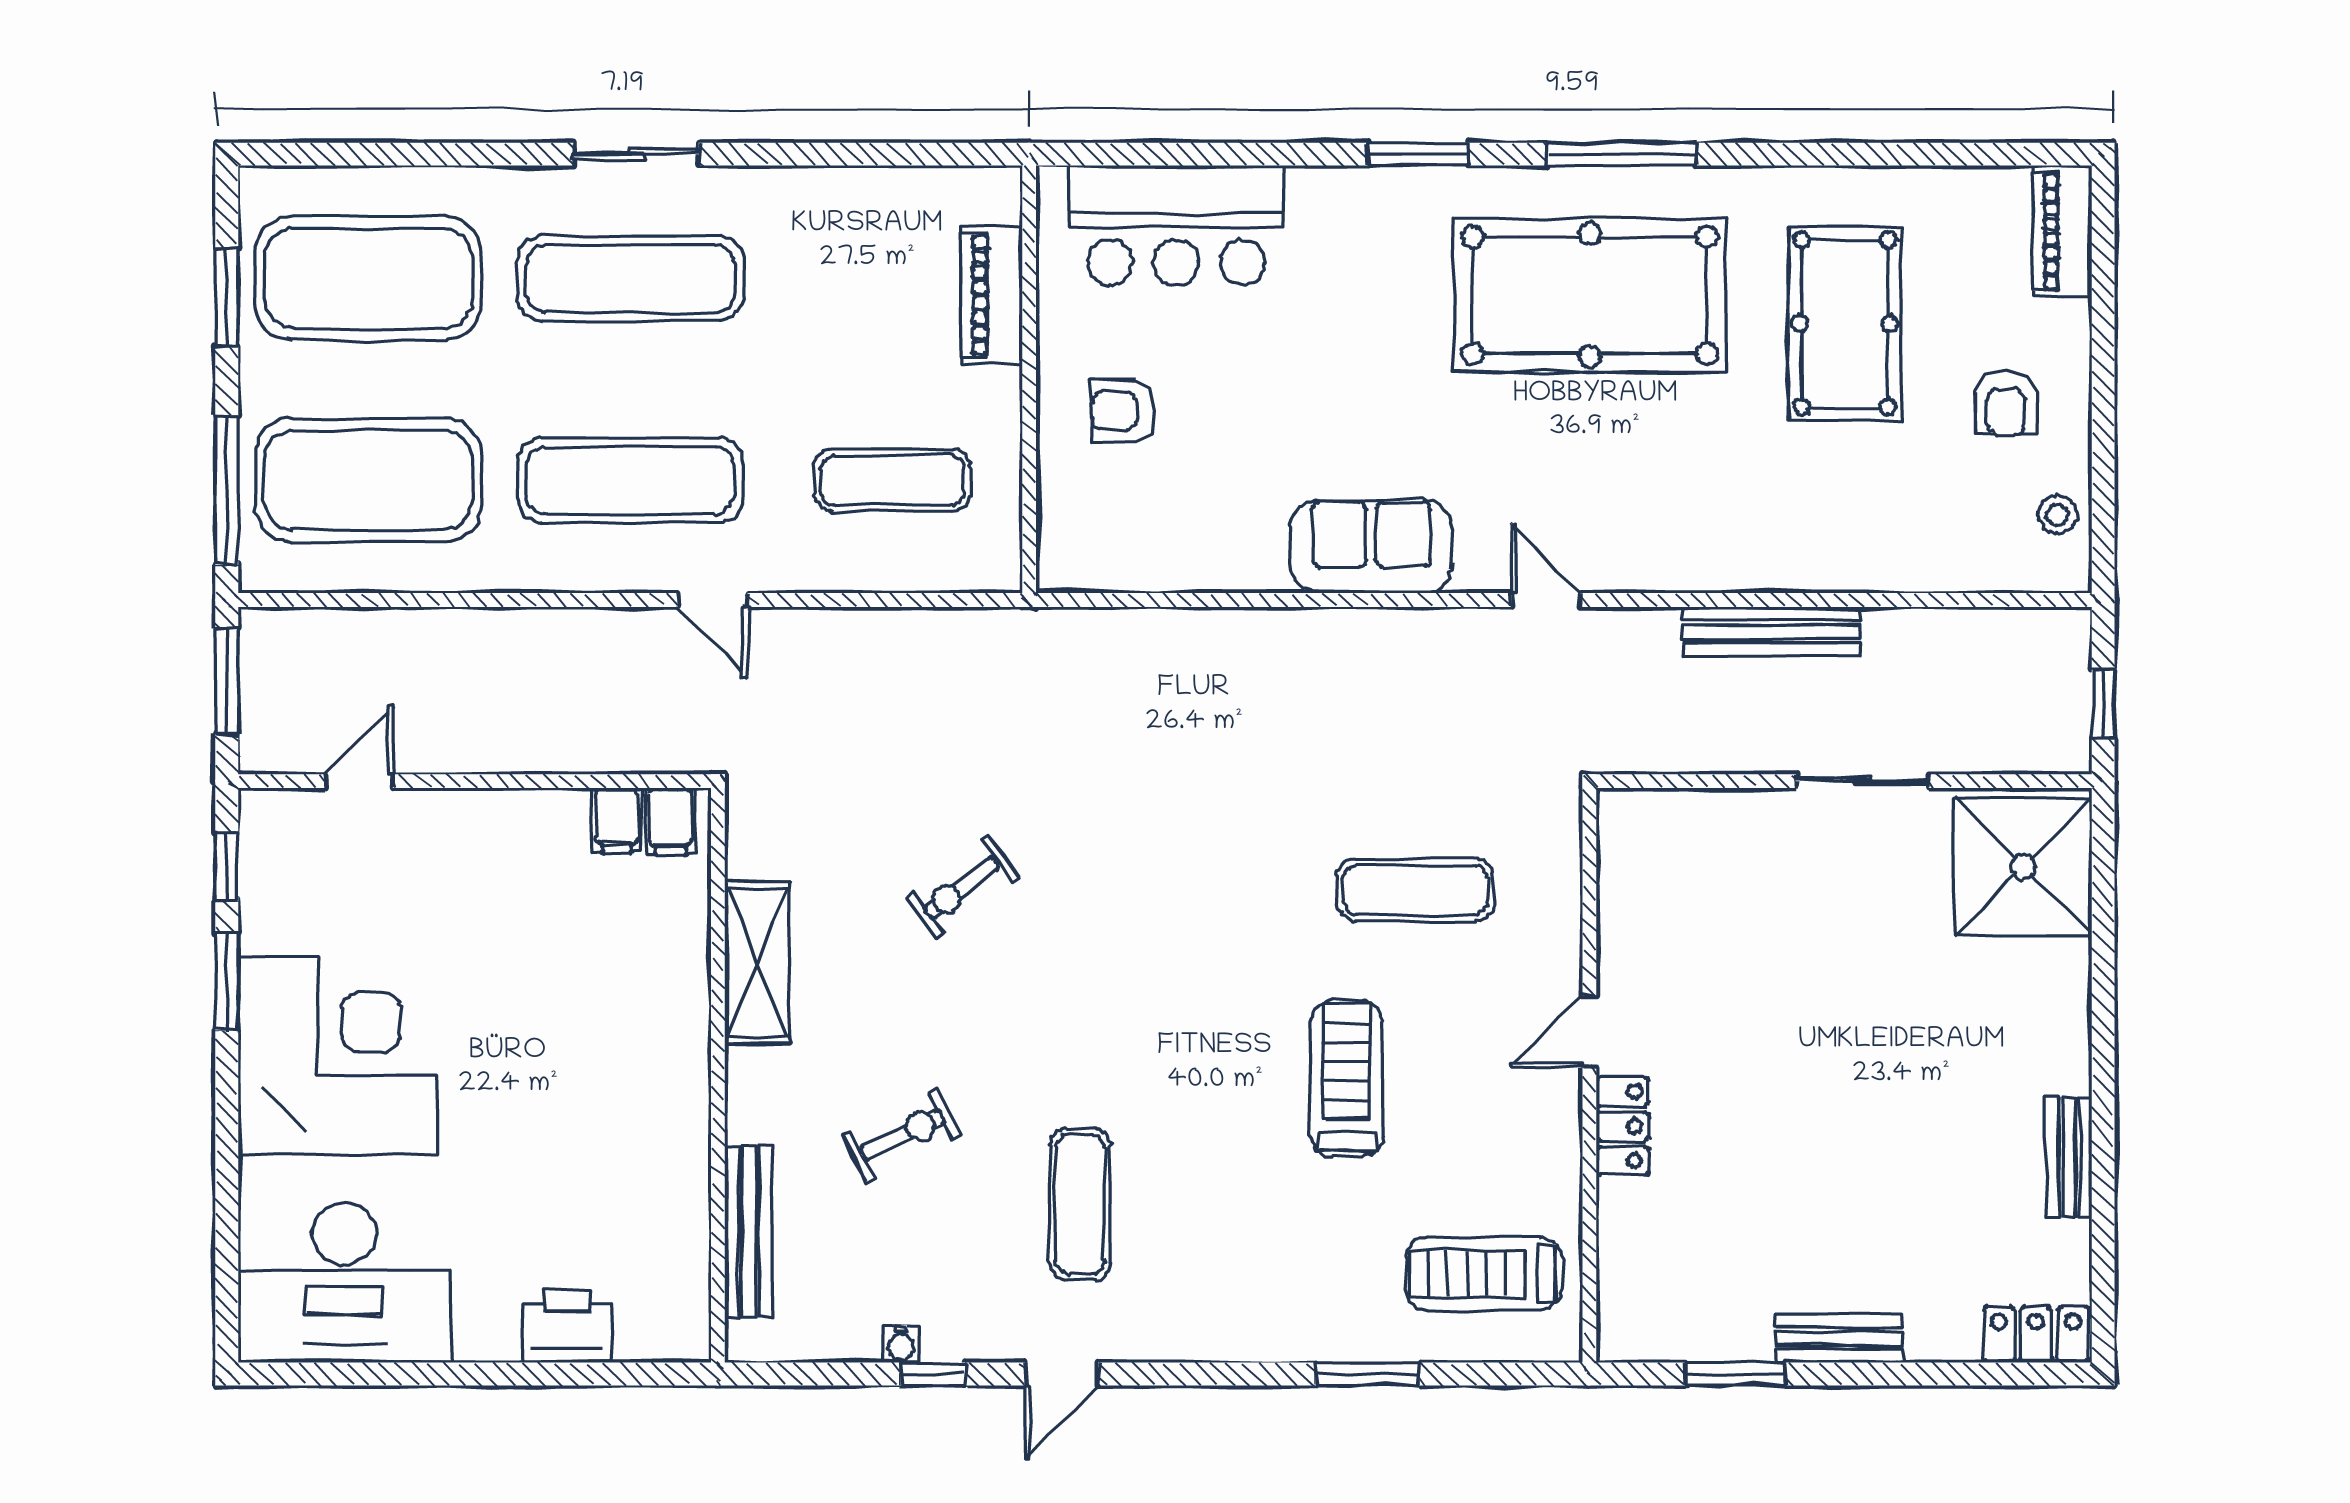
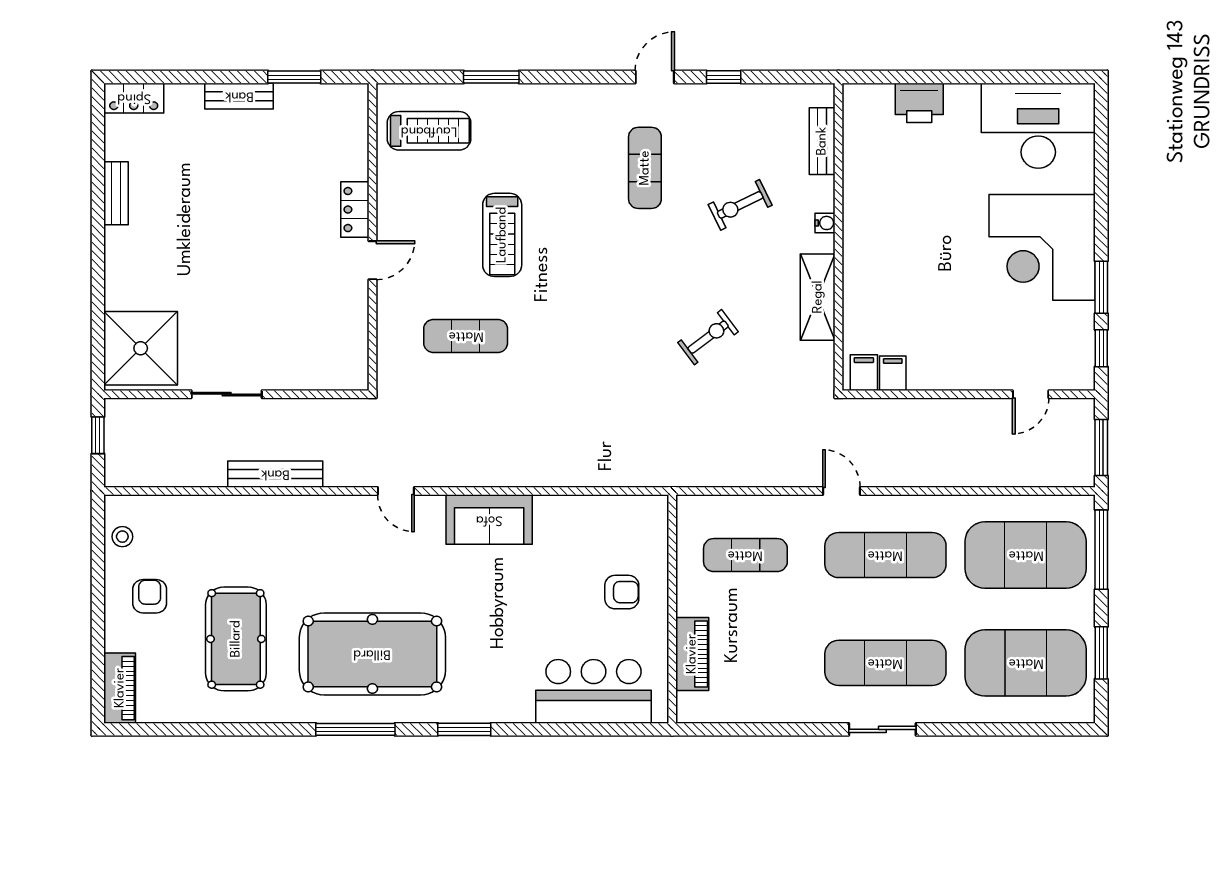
bench: (749, 1231) -> (822, 141), width x0.73
water cooler: (901, 1344) -> (825, 223), moved, turned 90

